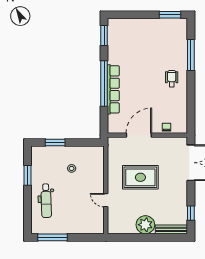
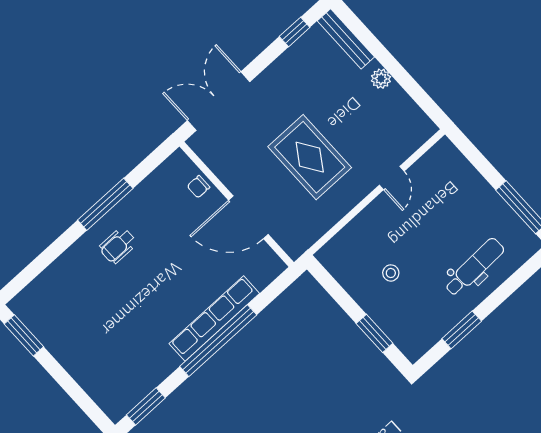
window: (191, 55) -> (105, 204), moved
plant: (145, 225) -> (381, 79), width x0.53, depth x0.53

